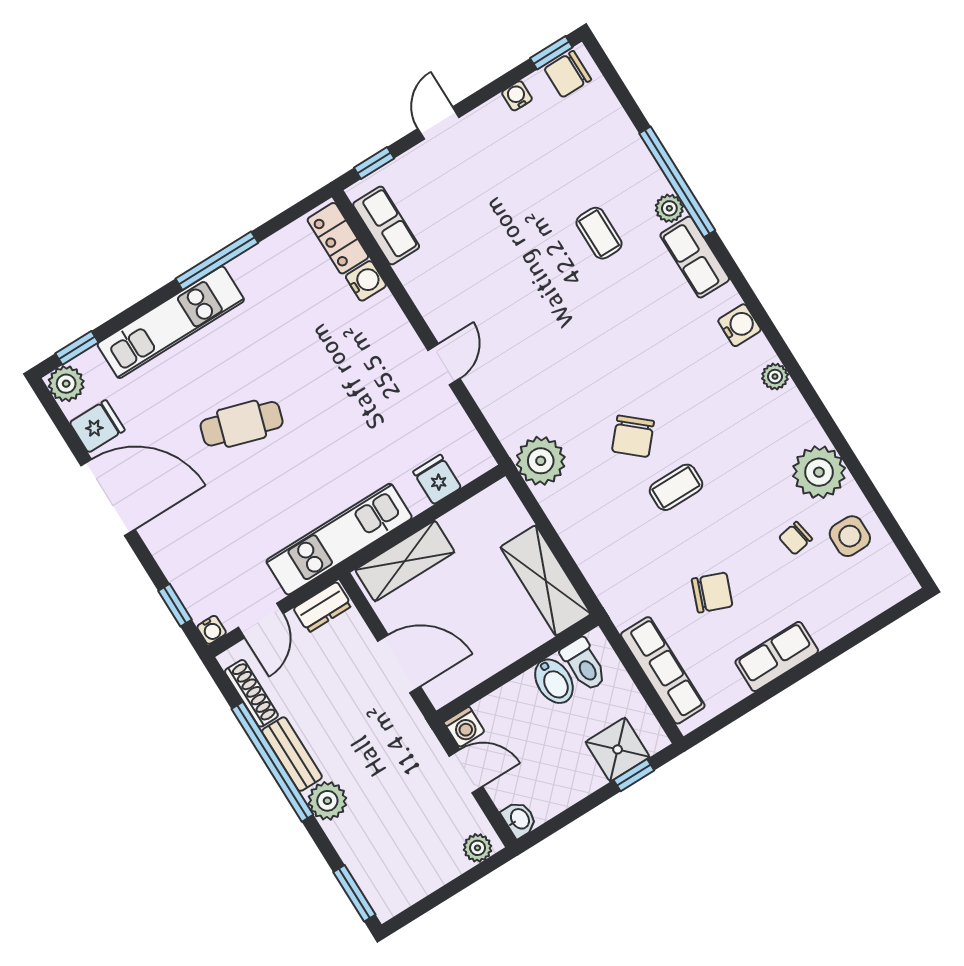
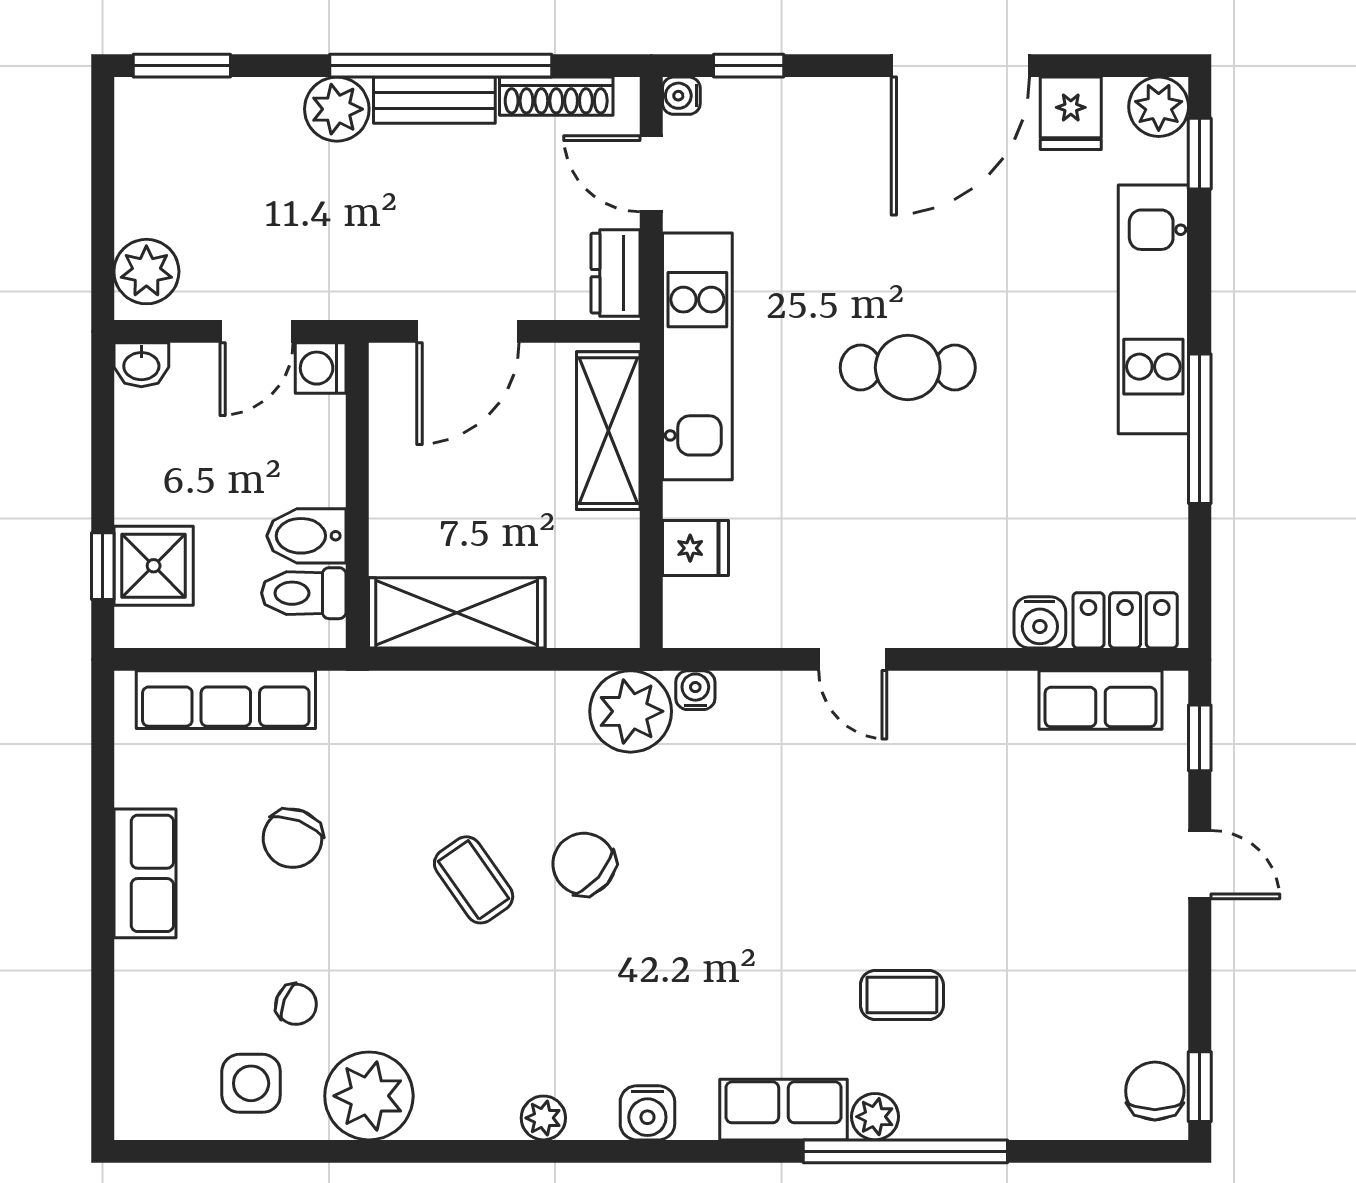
water cooler: (517, 96) -> (695, 690), moved, turned -90
cafe table: (242, 424) -> (908, 368), moved, turned 73
coffee table: (676, 487) -> (474, 880), turned -35
chair: (795, 538) -> (296, 1004), turned 122
plant: (478, 848) -> (146, 272), width x1.38, depth x1.38

